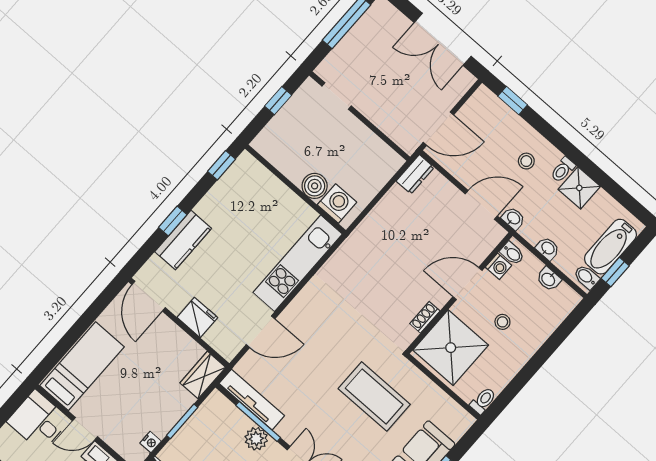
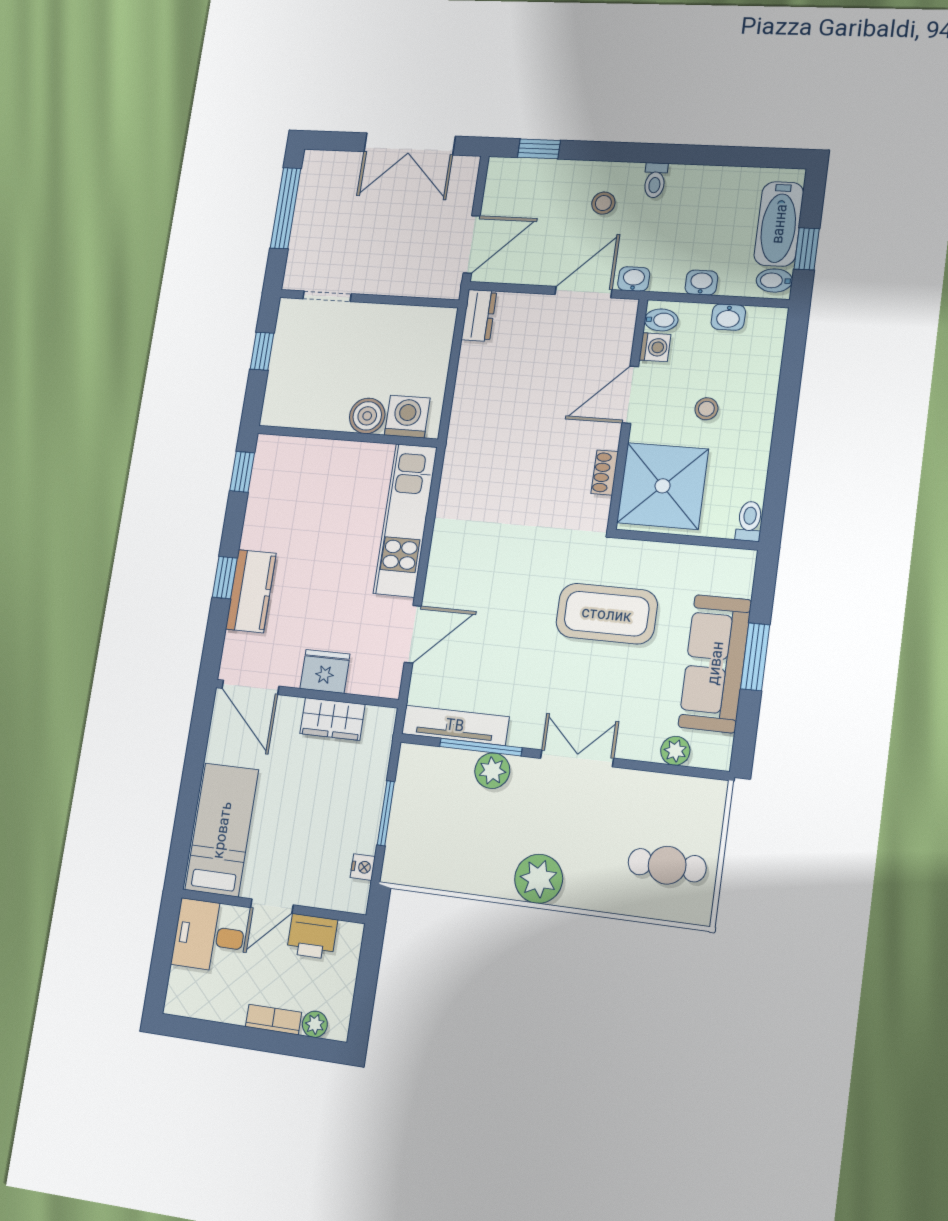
shower: (579, 188) -> (690, 186), removed
wardrobe: (203, 375) -> (332, 719), moved, turned -90

